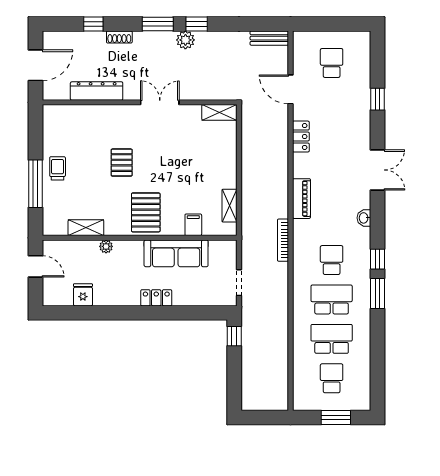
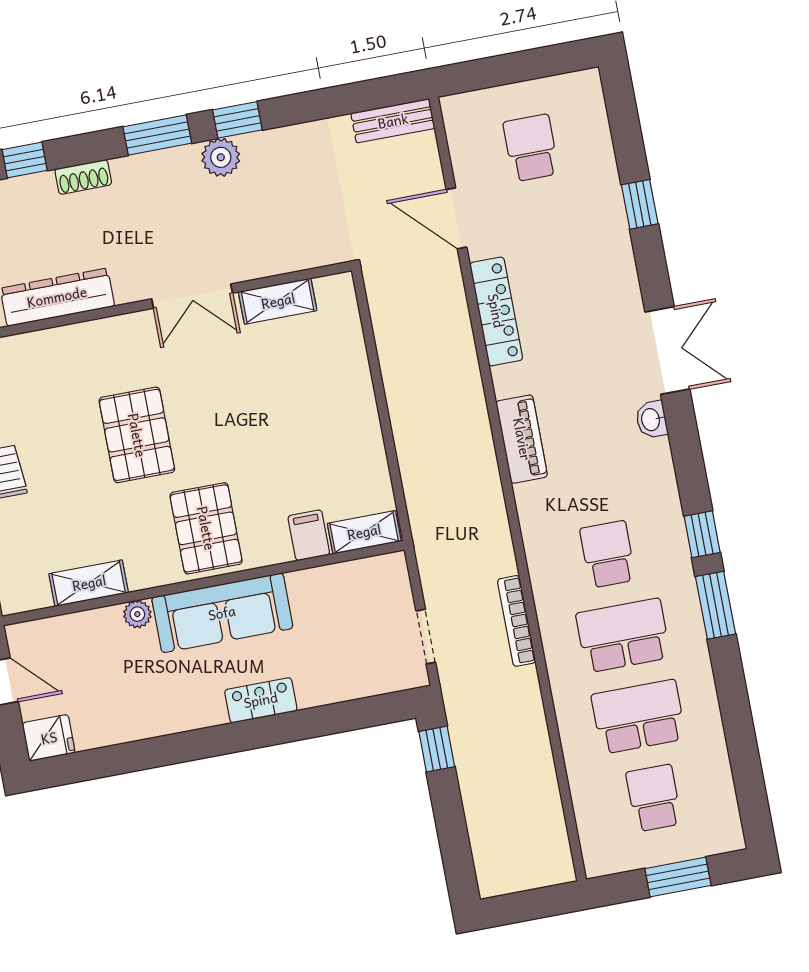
double door: (160, 102) -> (192, 296), swing flipped
shelving: (219, 112) -> (278, 301), moved
locker: (301, 137) -> (496, 311), width x1.53
pallet: (122, 163) -> (137, 435), width x1.50, depth x1.42
shelving: (230, 206) -> (364, 532), moved, turned 90
washbasin: (364, 218) -> (651, 419), moved
bookcase: (283, 240) -> (517, 621), moved
sofa: (176, 253) -> (222, 613), moved
fridge: (83, 295) -> (49, 738), moved, turned 90

